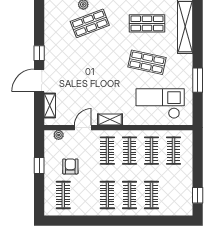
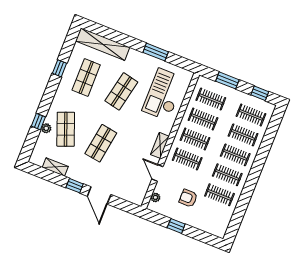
shop shelf: (90, 62) -> (101, 143), added
shelving: (50, 105) -> (55, 167), moved
window: (198, 159) -> (227, 80), added
clothes rail: (63, 195) -> (219, 195), moved
clothes rail: (174, 195) -> (251, 115), added

